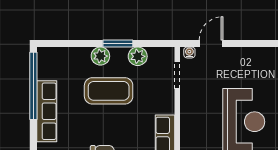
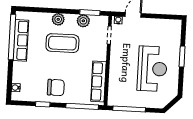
window: (118, 43) -> (90, 13), moved
row of seats: (47, 111) -> (21, 40), moved

